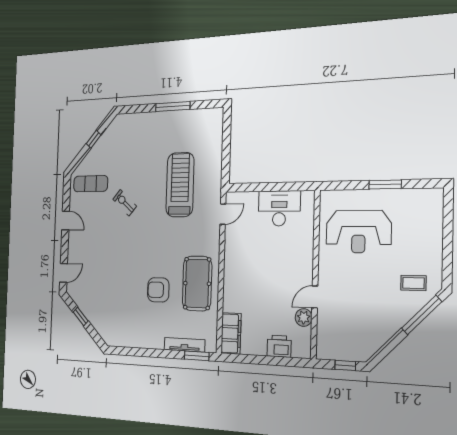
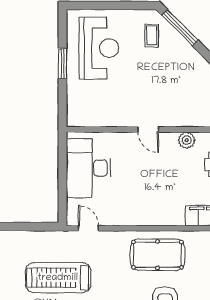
desk: (279, 208) -> (89, 168), width x1.36, depth x1.30
reception desk: (359, 232) -> (99, 48), moved
door: (315, 297) -> (148, 129), moved

